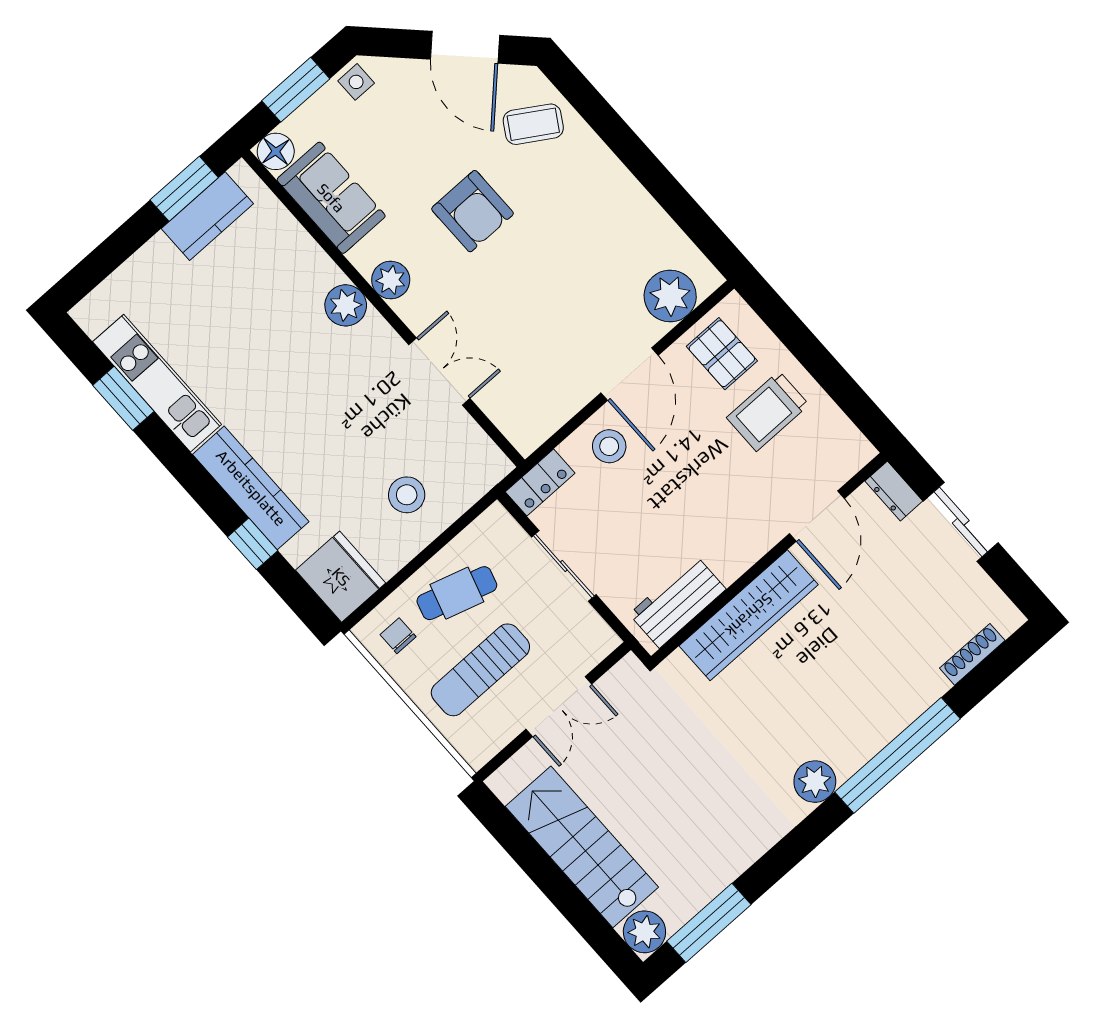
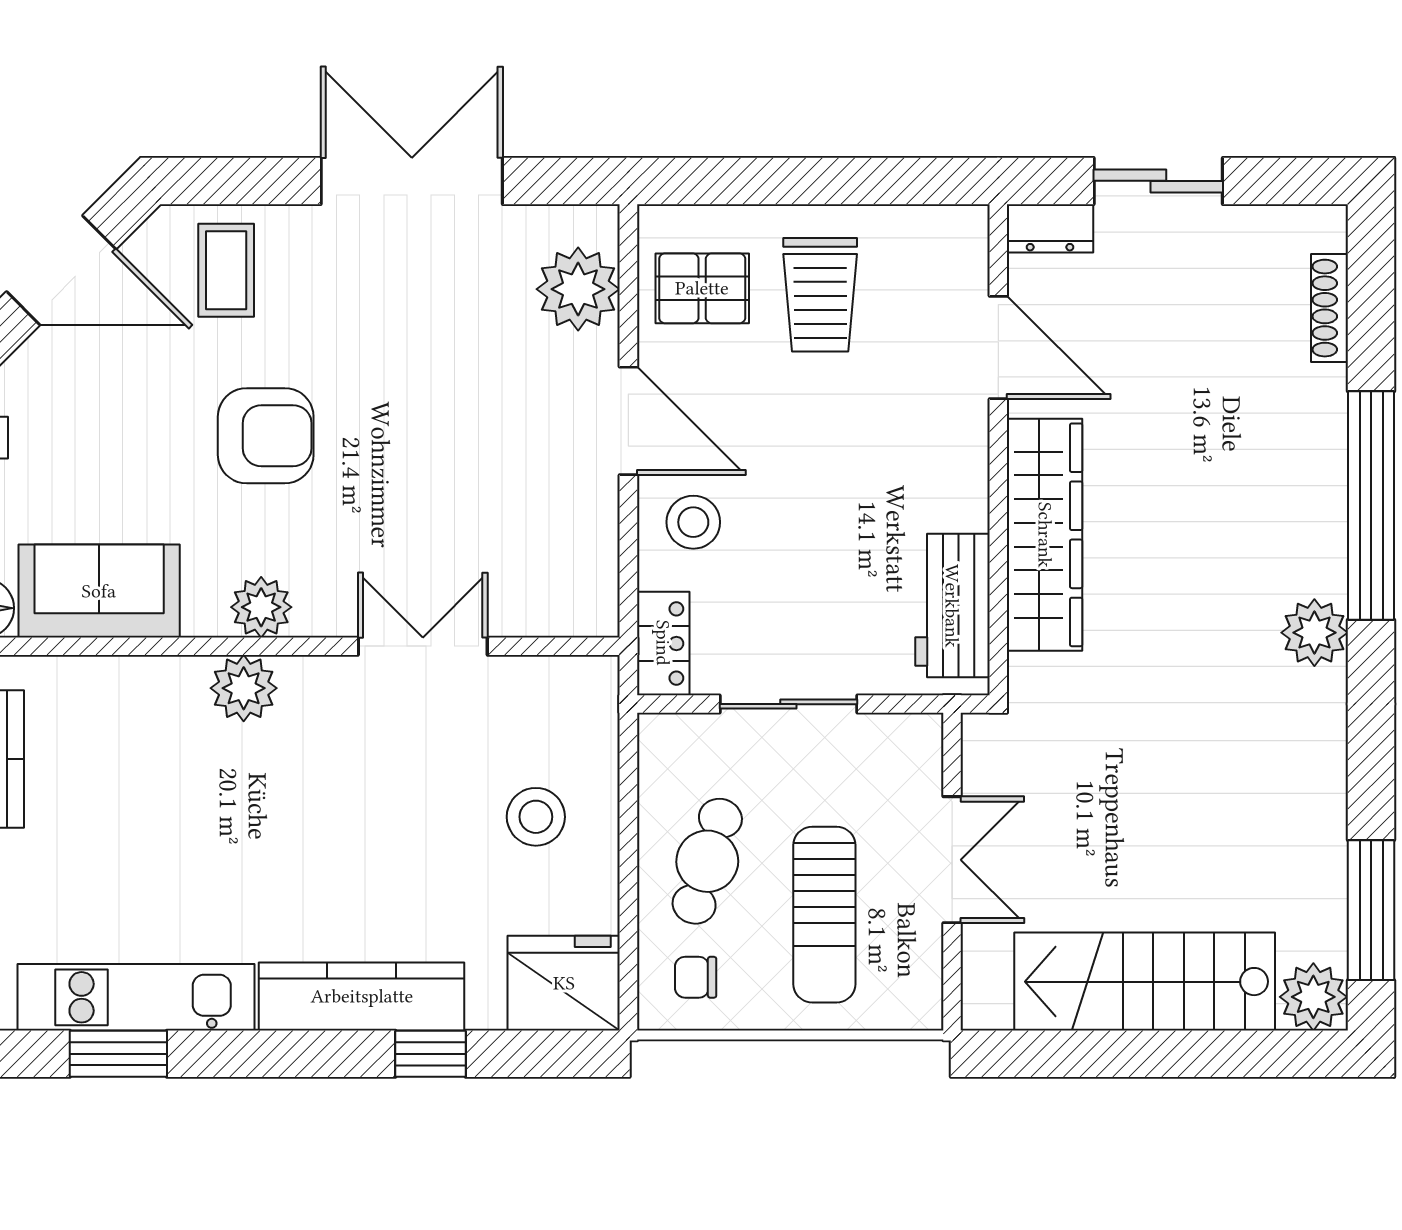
coffee table: (533, 124) -> (226, 270), turned -32
double door: (652, 174) -> (412, 181), added

